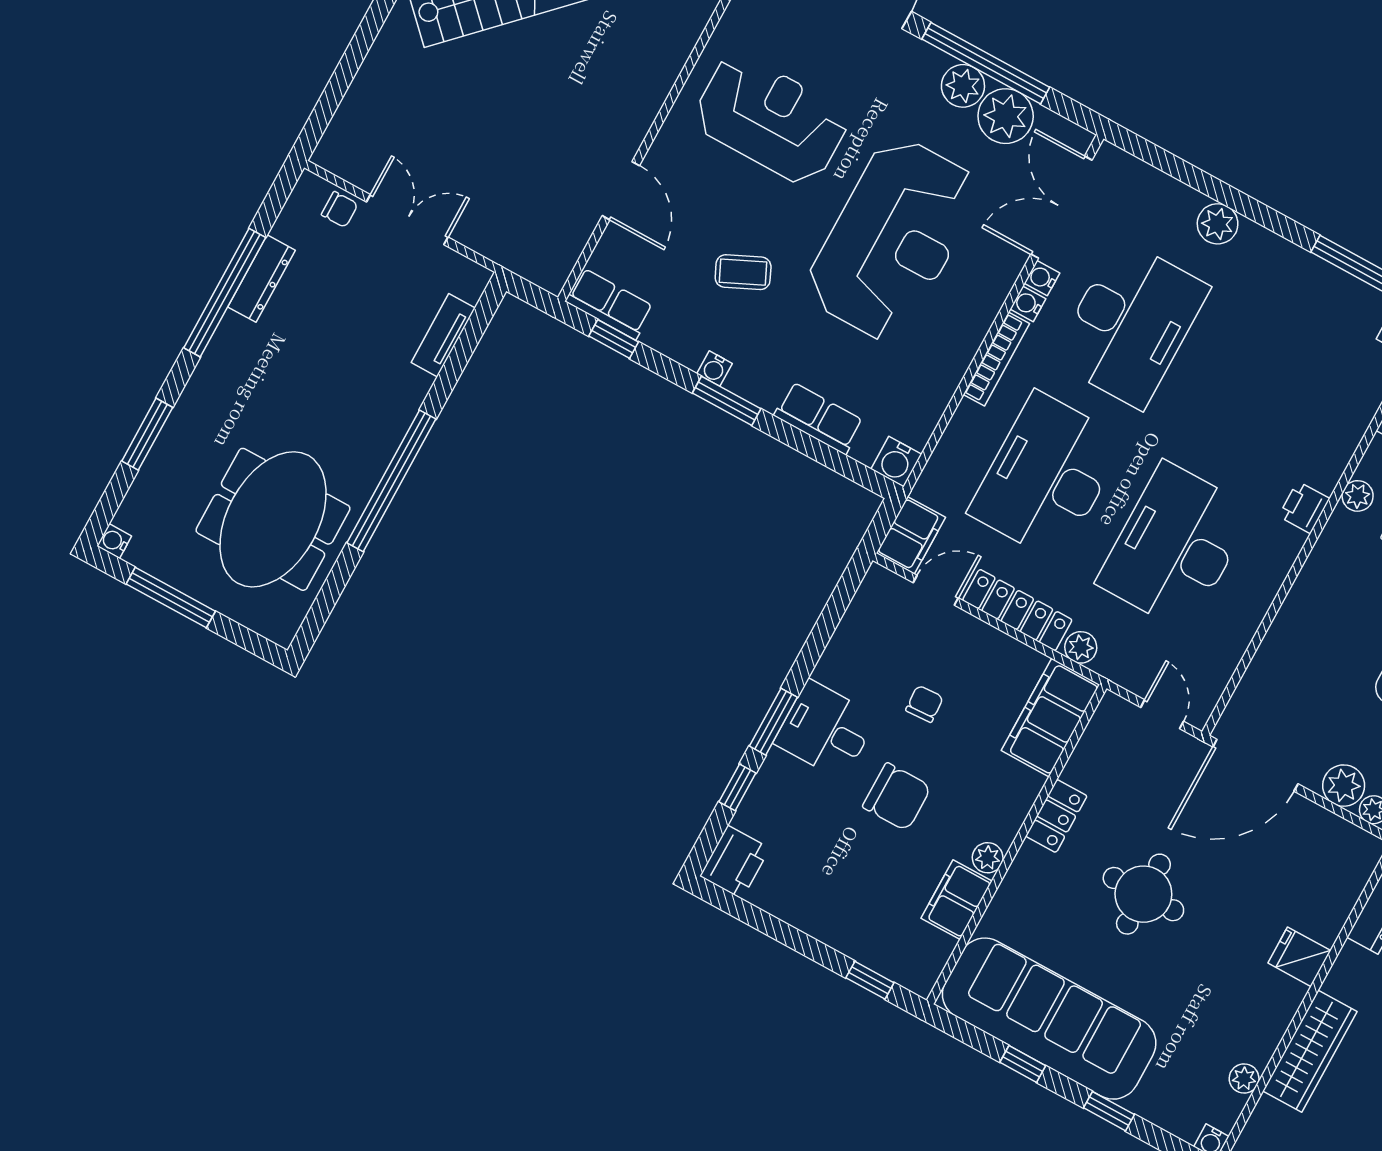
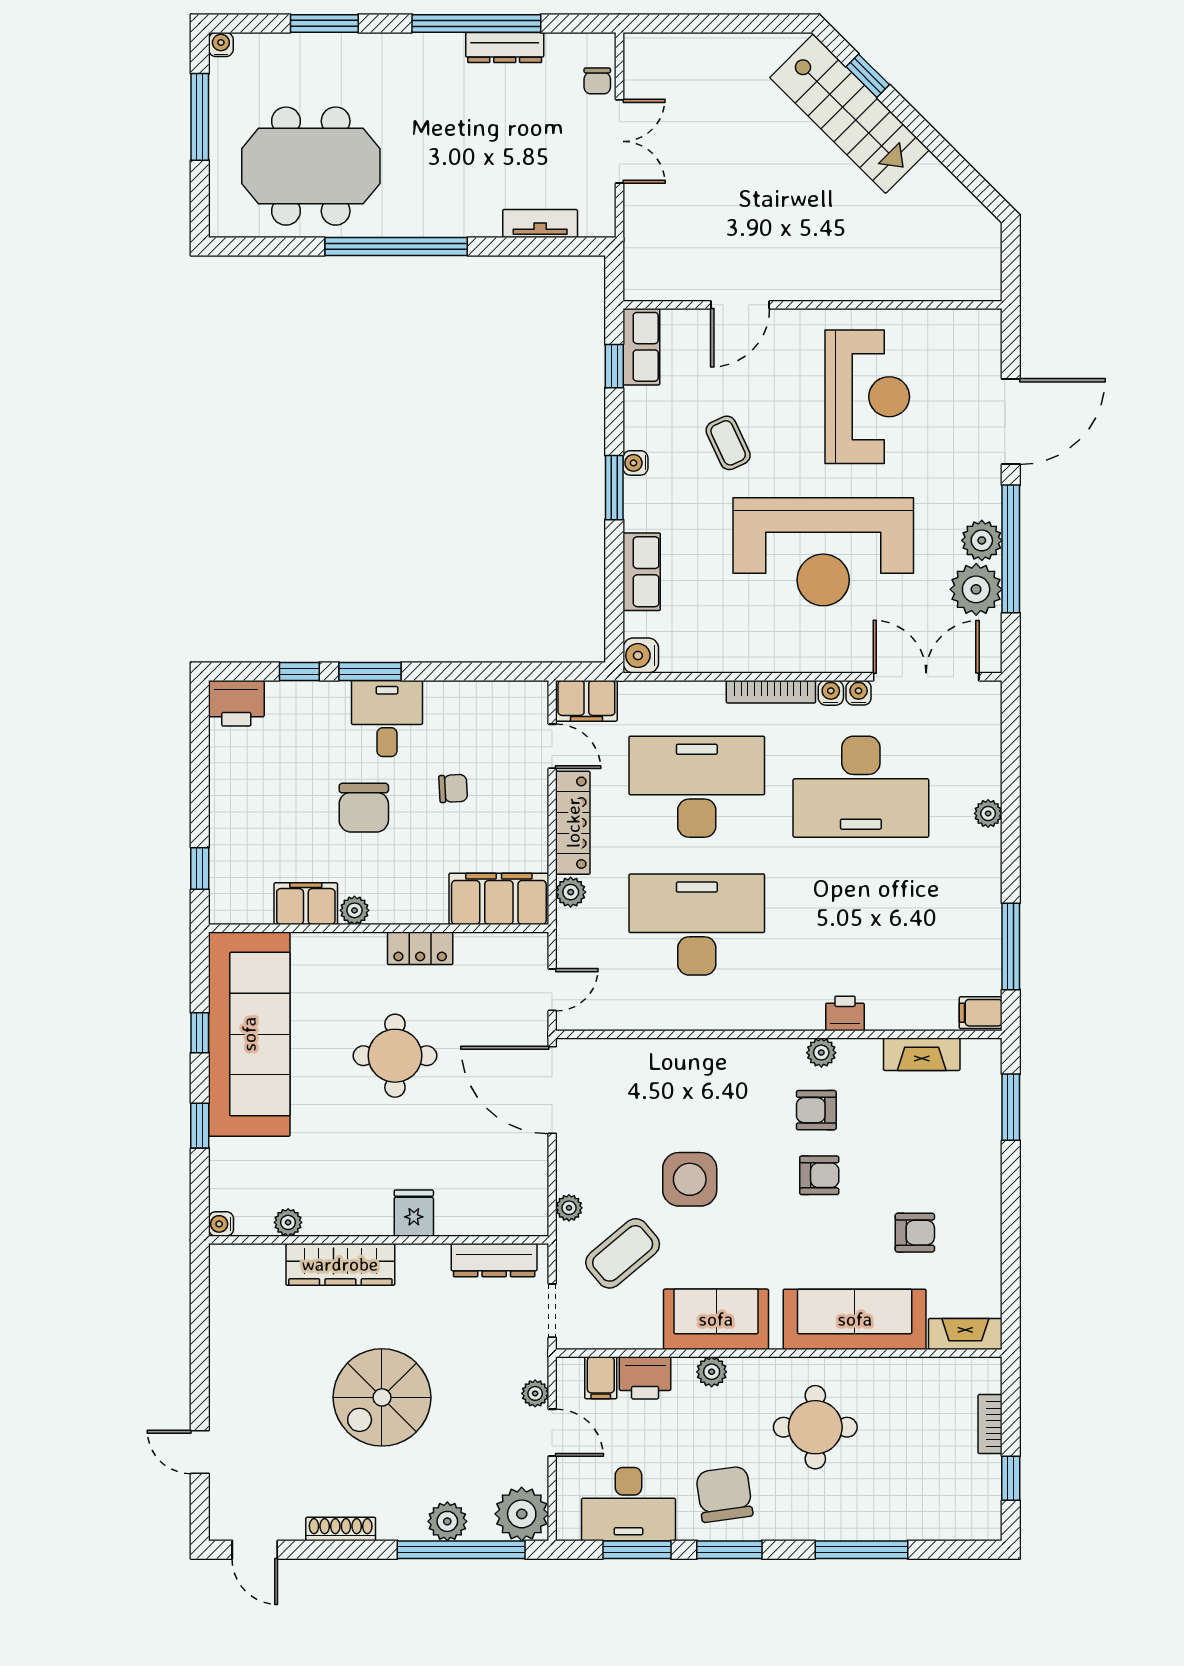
plant: (1218, 224) -> (988, 813), width x0.73, depth x0.73
printer: (1304, 507) -> (845, 1013), moved
plant: (1344, 786) -> (575, 1172), removed

